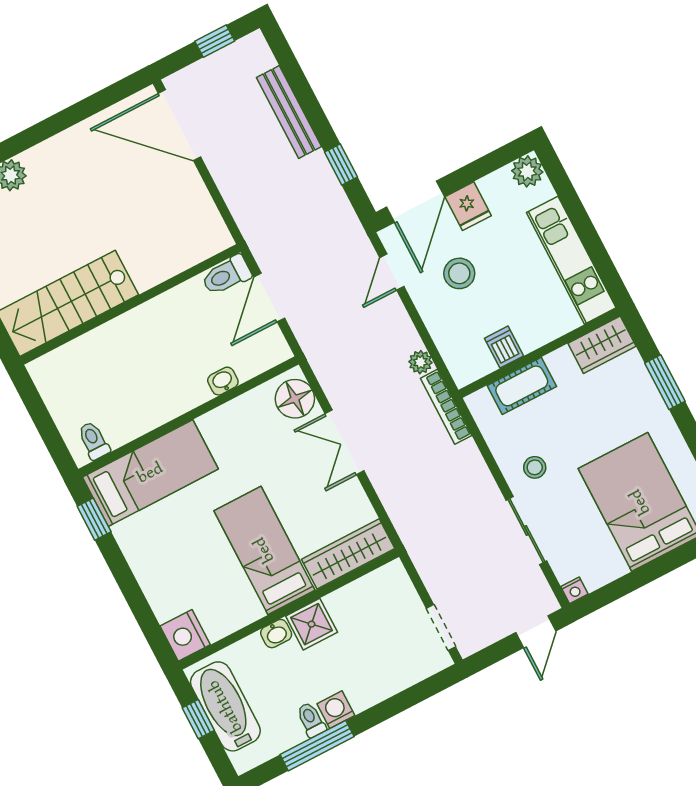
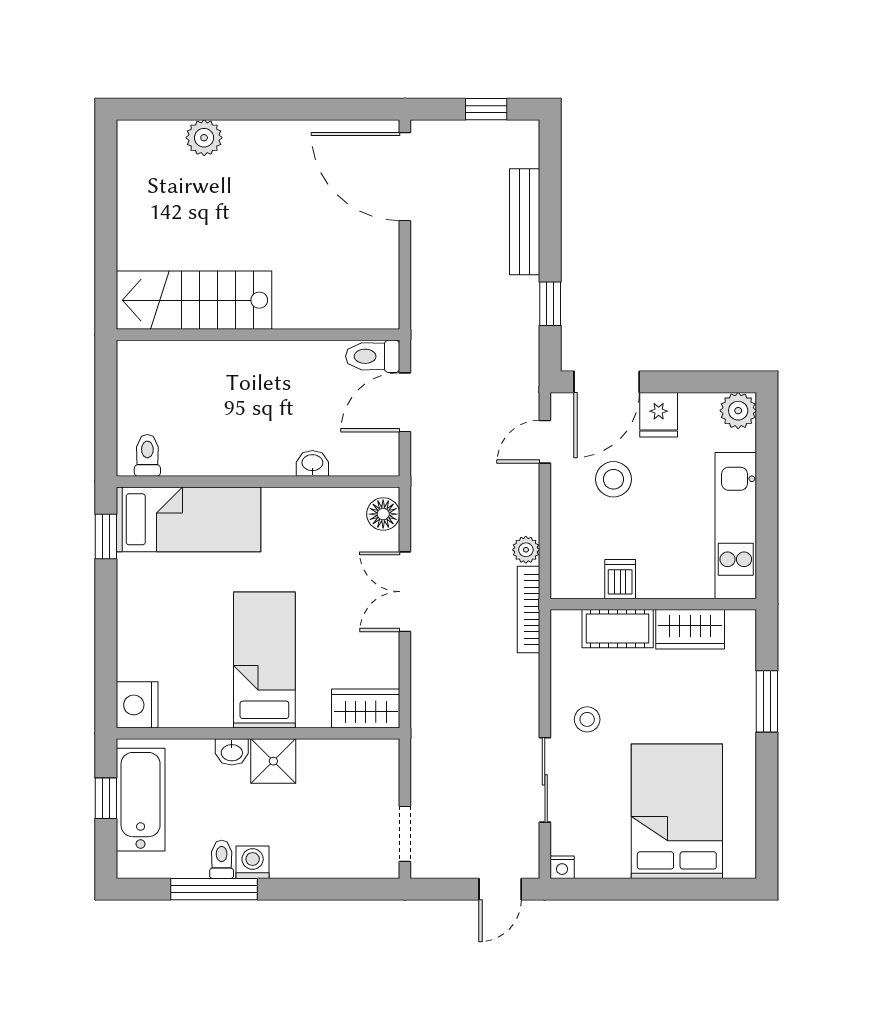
wardrobe: (602, 345) -> (690, 629), moved
floor lamp: (295, 399) -> (383, 514), width x0.73, depth x0.73
wardrobe: (348, 554) -> (366, 709), width x0.67

